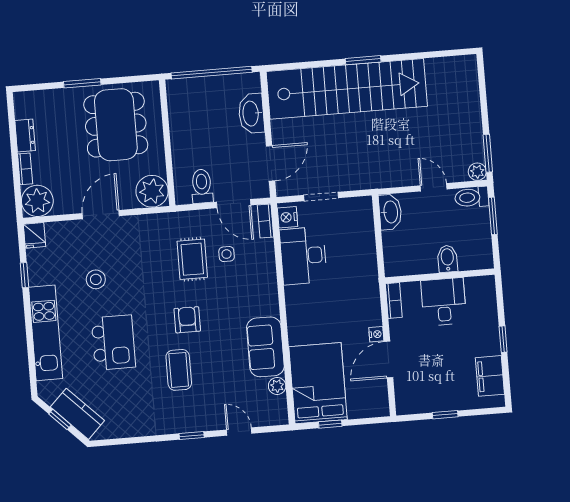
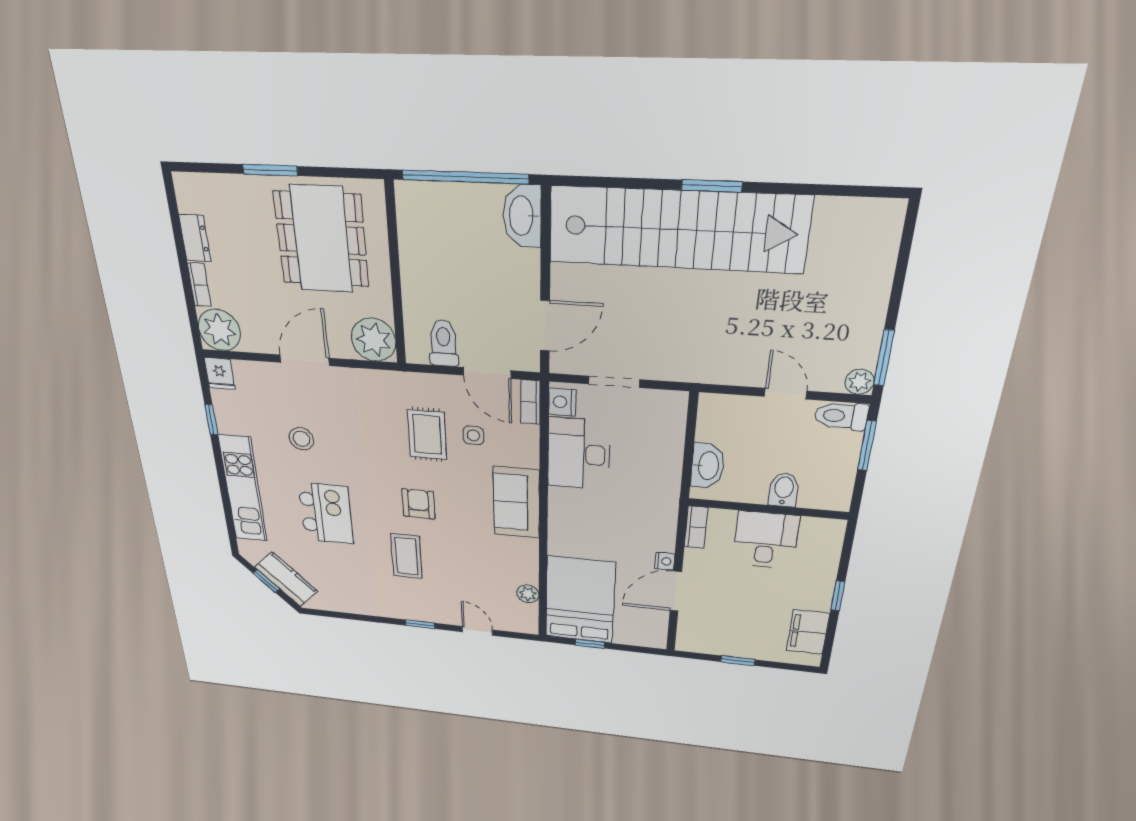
washbasin: (251, 113) -> (522, 216), moved
washbasin: (390, 212) -> (708, 466), moved
sofa: (265, 347) -> (516, 503), moved

